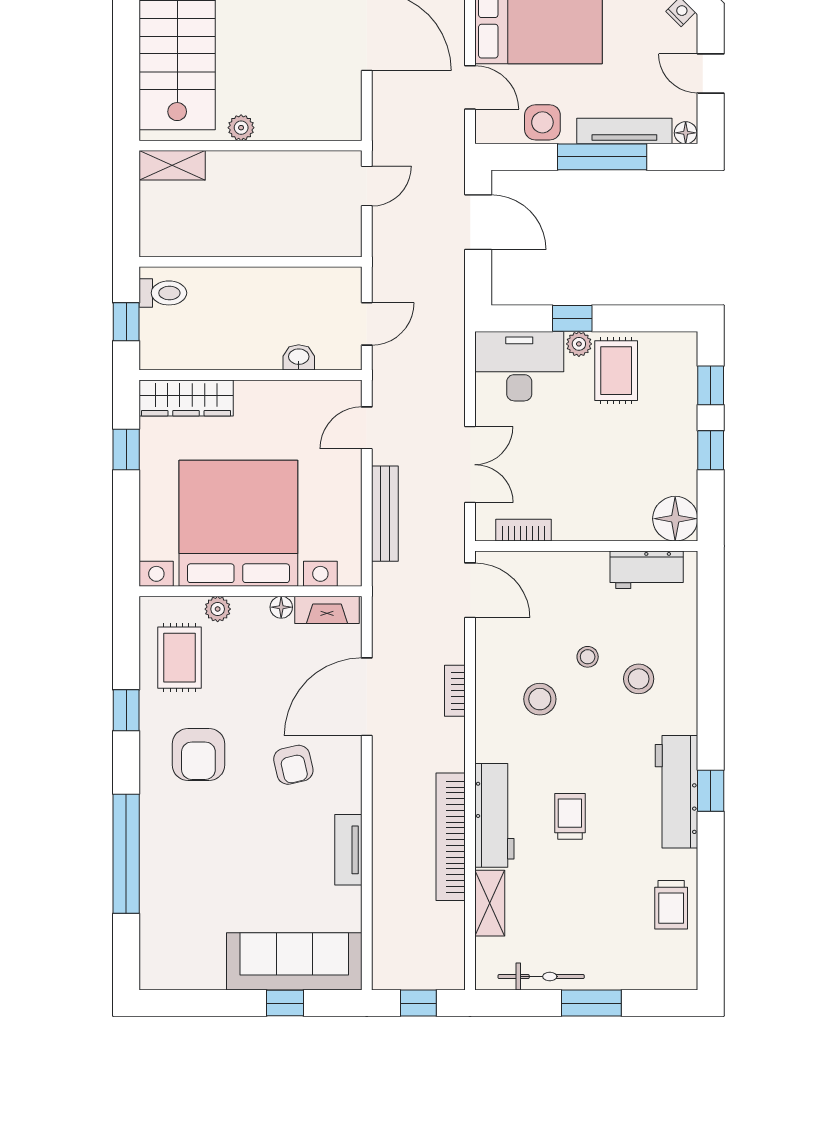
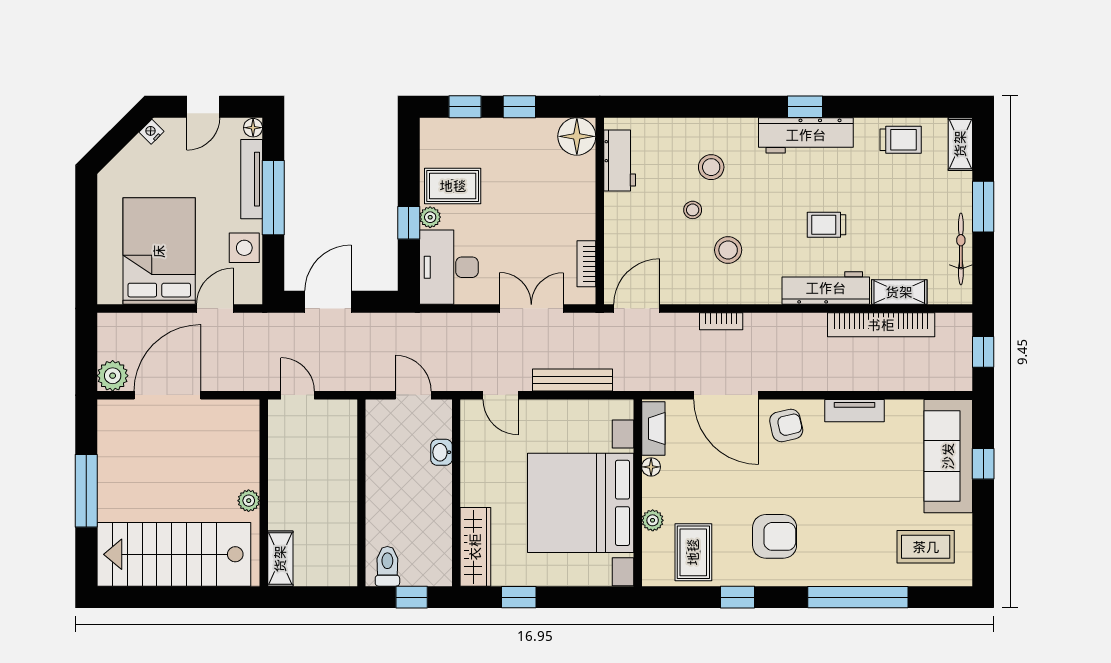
rug: (180, 658) -> (693, 552), turned 90
armchair: (293, 765) -> (786, 425), moved
bookcase: (451, 837) -> (881, 325), moved
coffee table: (186, 935) -> (926, 547), added
shelving: (666, 976) -> (960, 144), added

